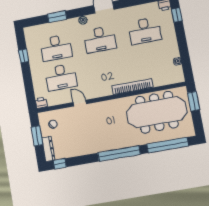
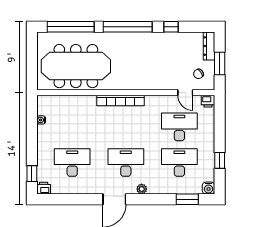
window: (57, 17) -> (187, 199), moved
water cooler: (29, 32) -> (208, 188), added
bookcase: (132, 87) -> (121, 101), moved
window: (194, 101) -> (32, 71), removed
door: (80, 103) -> (185, 93), moved
window: (60, 164) -> (171, 27), moved

